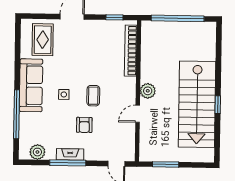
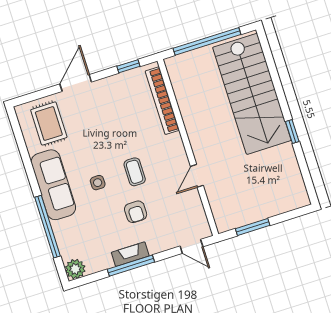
plant: (148, 91) -> (200, 143), removed
stairs: (197, 104) -> (252, 94), moved
plant: (37, 152) -> (75, 269), moved

